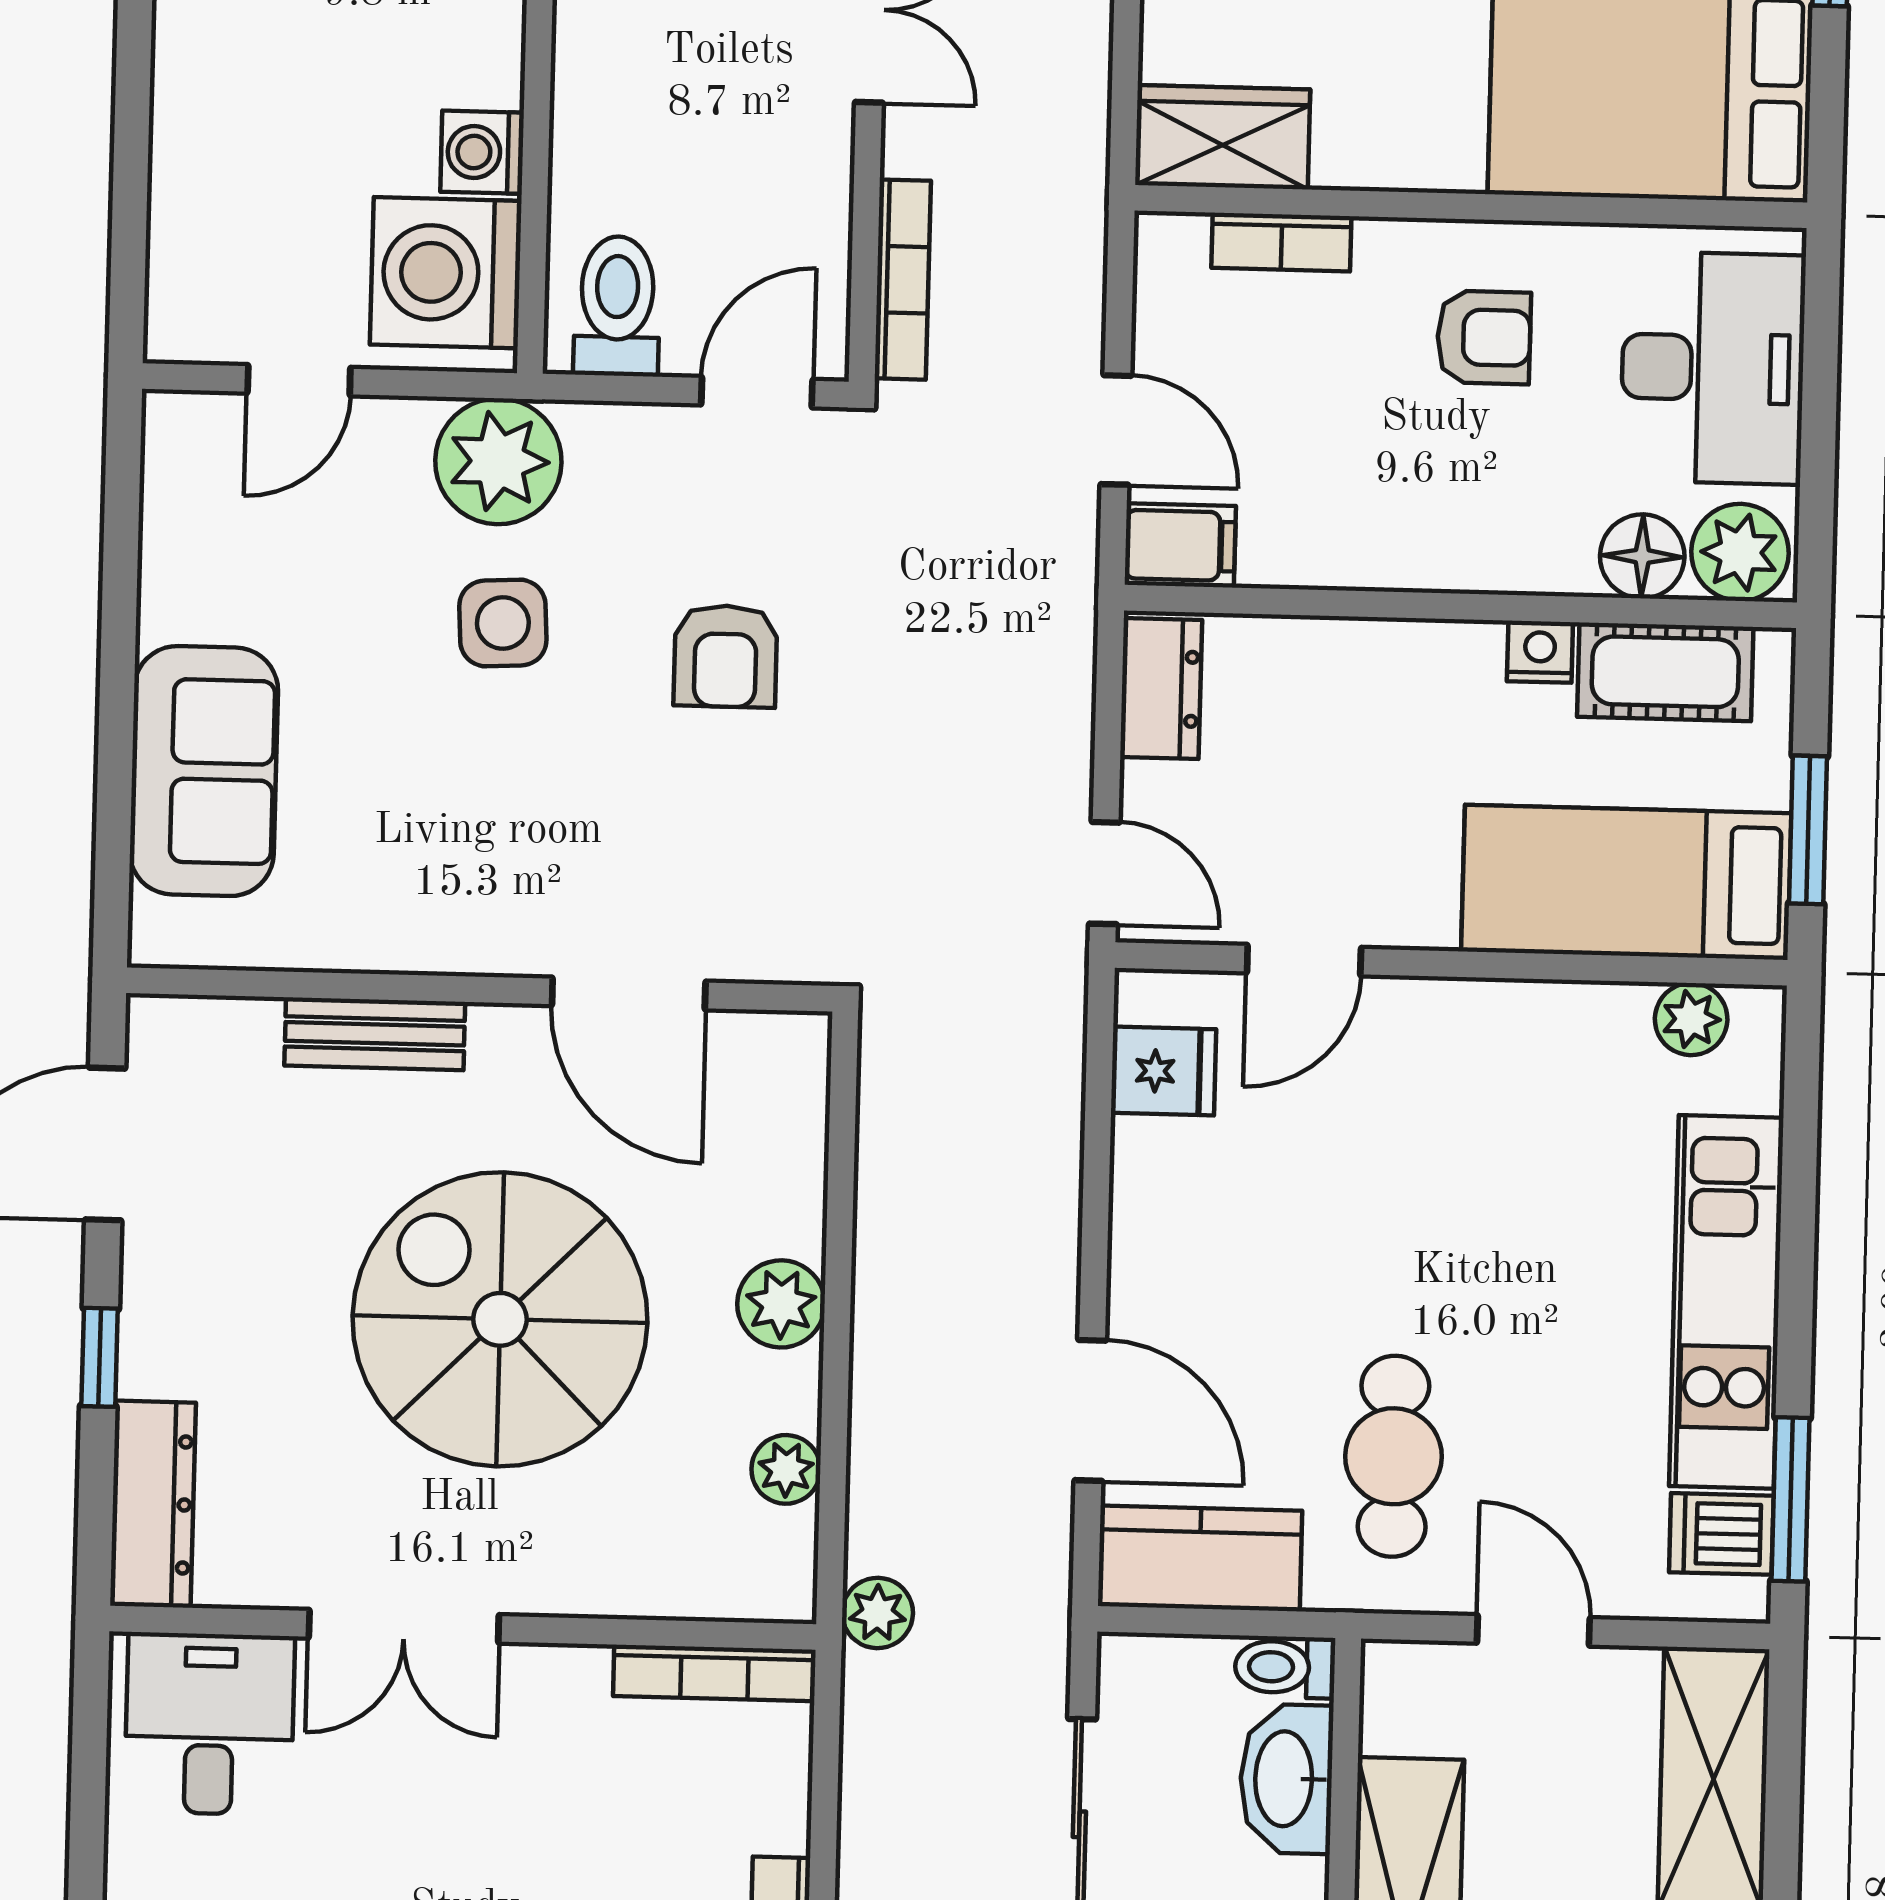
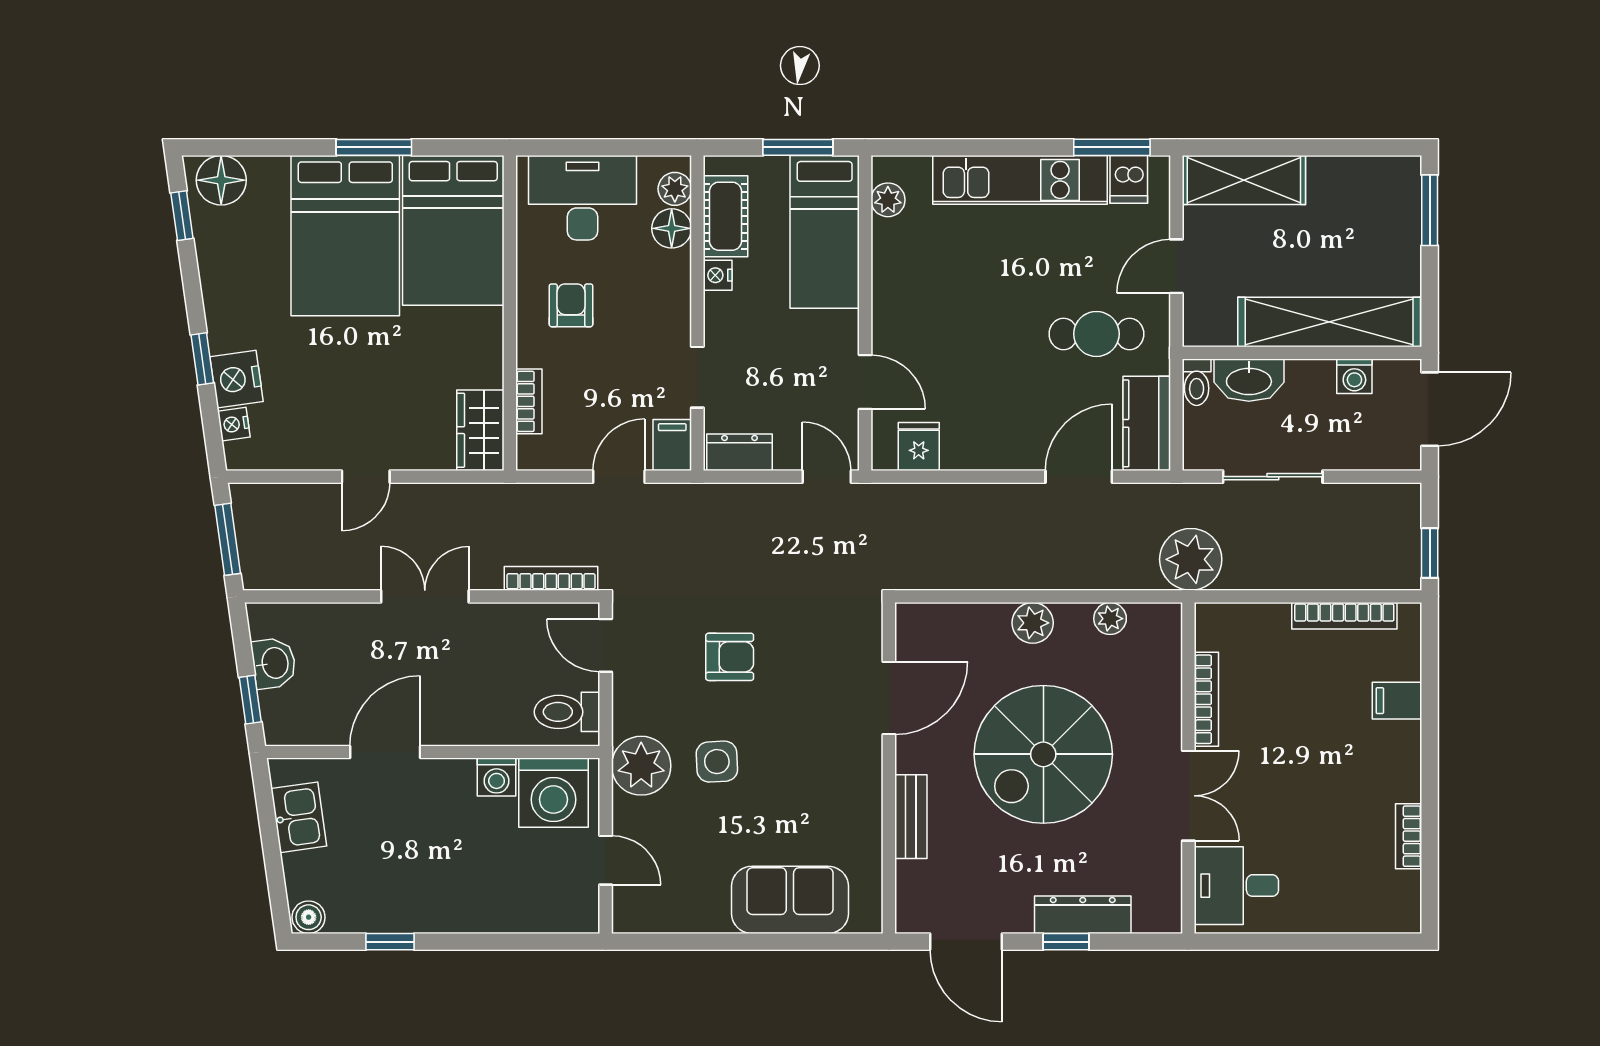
plant: (1740, 552) -> (675, 189), width x0.73, depth x0.73
doorway: (1324, 603) -> (697, 377), added
door: (1104, 873) -> (827, 477), hinge flipped
dresser: (153, 1504) -> (1083, 915), moved
plant: (878, 1613) -> (1191, 559), width x1.88, depth x1.88
bookcase: (714, 1673) -> (1206, 699), moved

